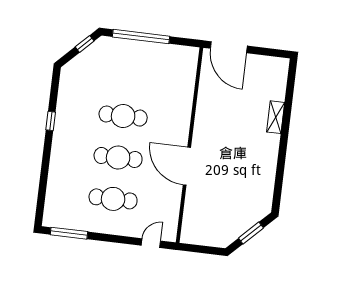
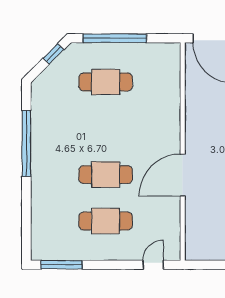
cafe table: (123, 116) -> (106, 82), moved
window: (51, 121) -> (26, 143), width x3.17
door: (187, 166) -> (183, 175), hinge flipped

